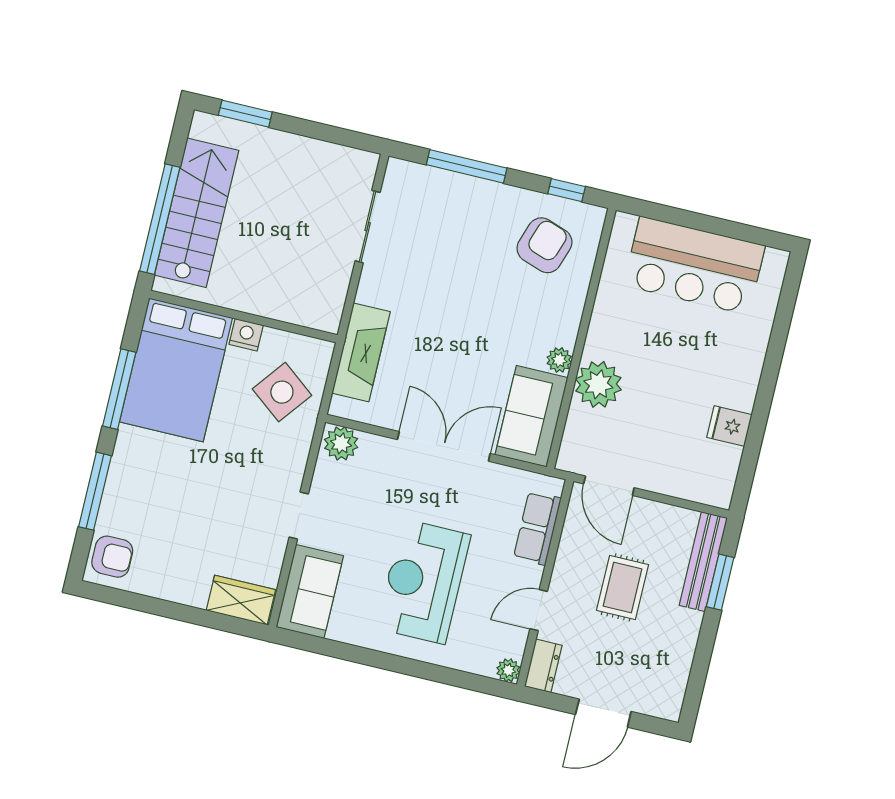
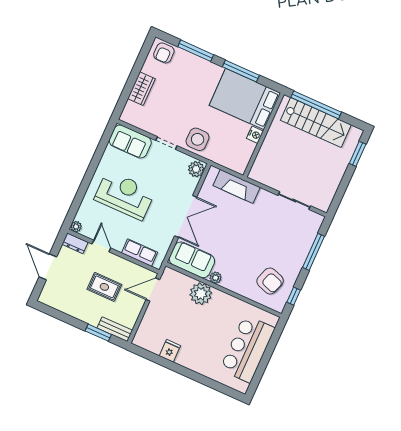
side table: (282, 392) -> (198, 139), moved, turned -38
bench: (703, 562) -> (115, 329), width x0.73
wardrobe: (241, 600) -> (141, 89), moved

